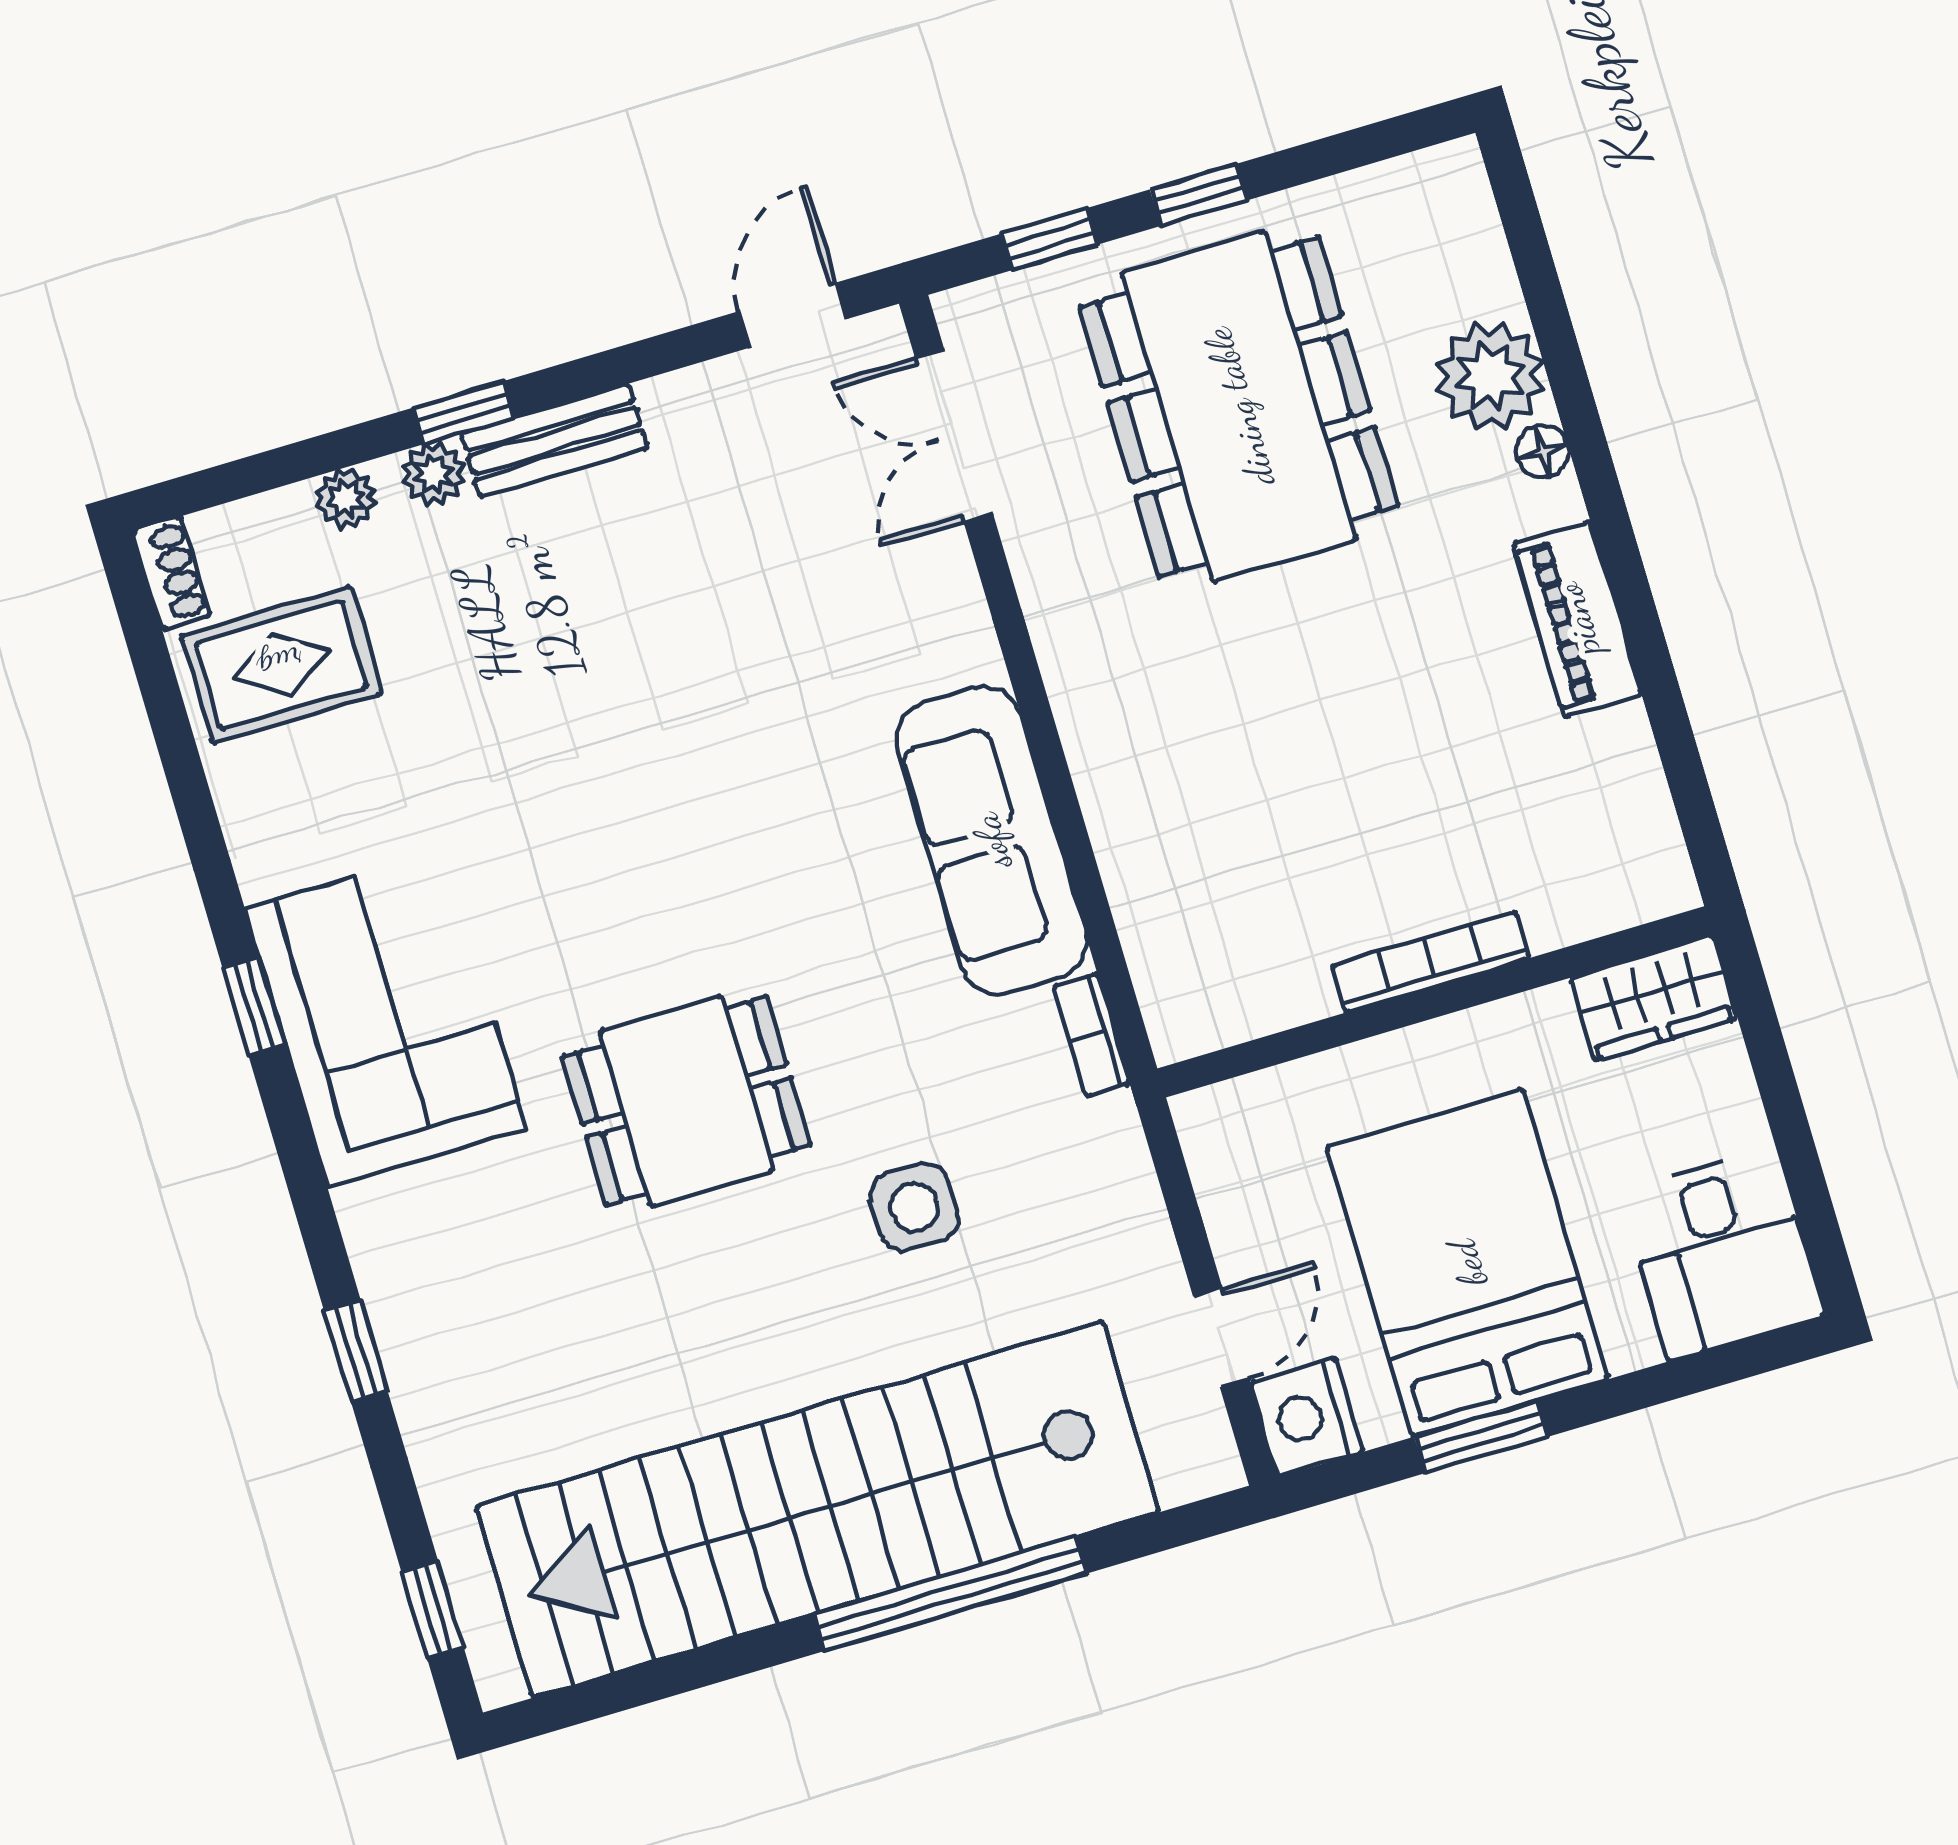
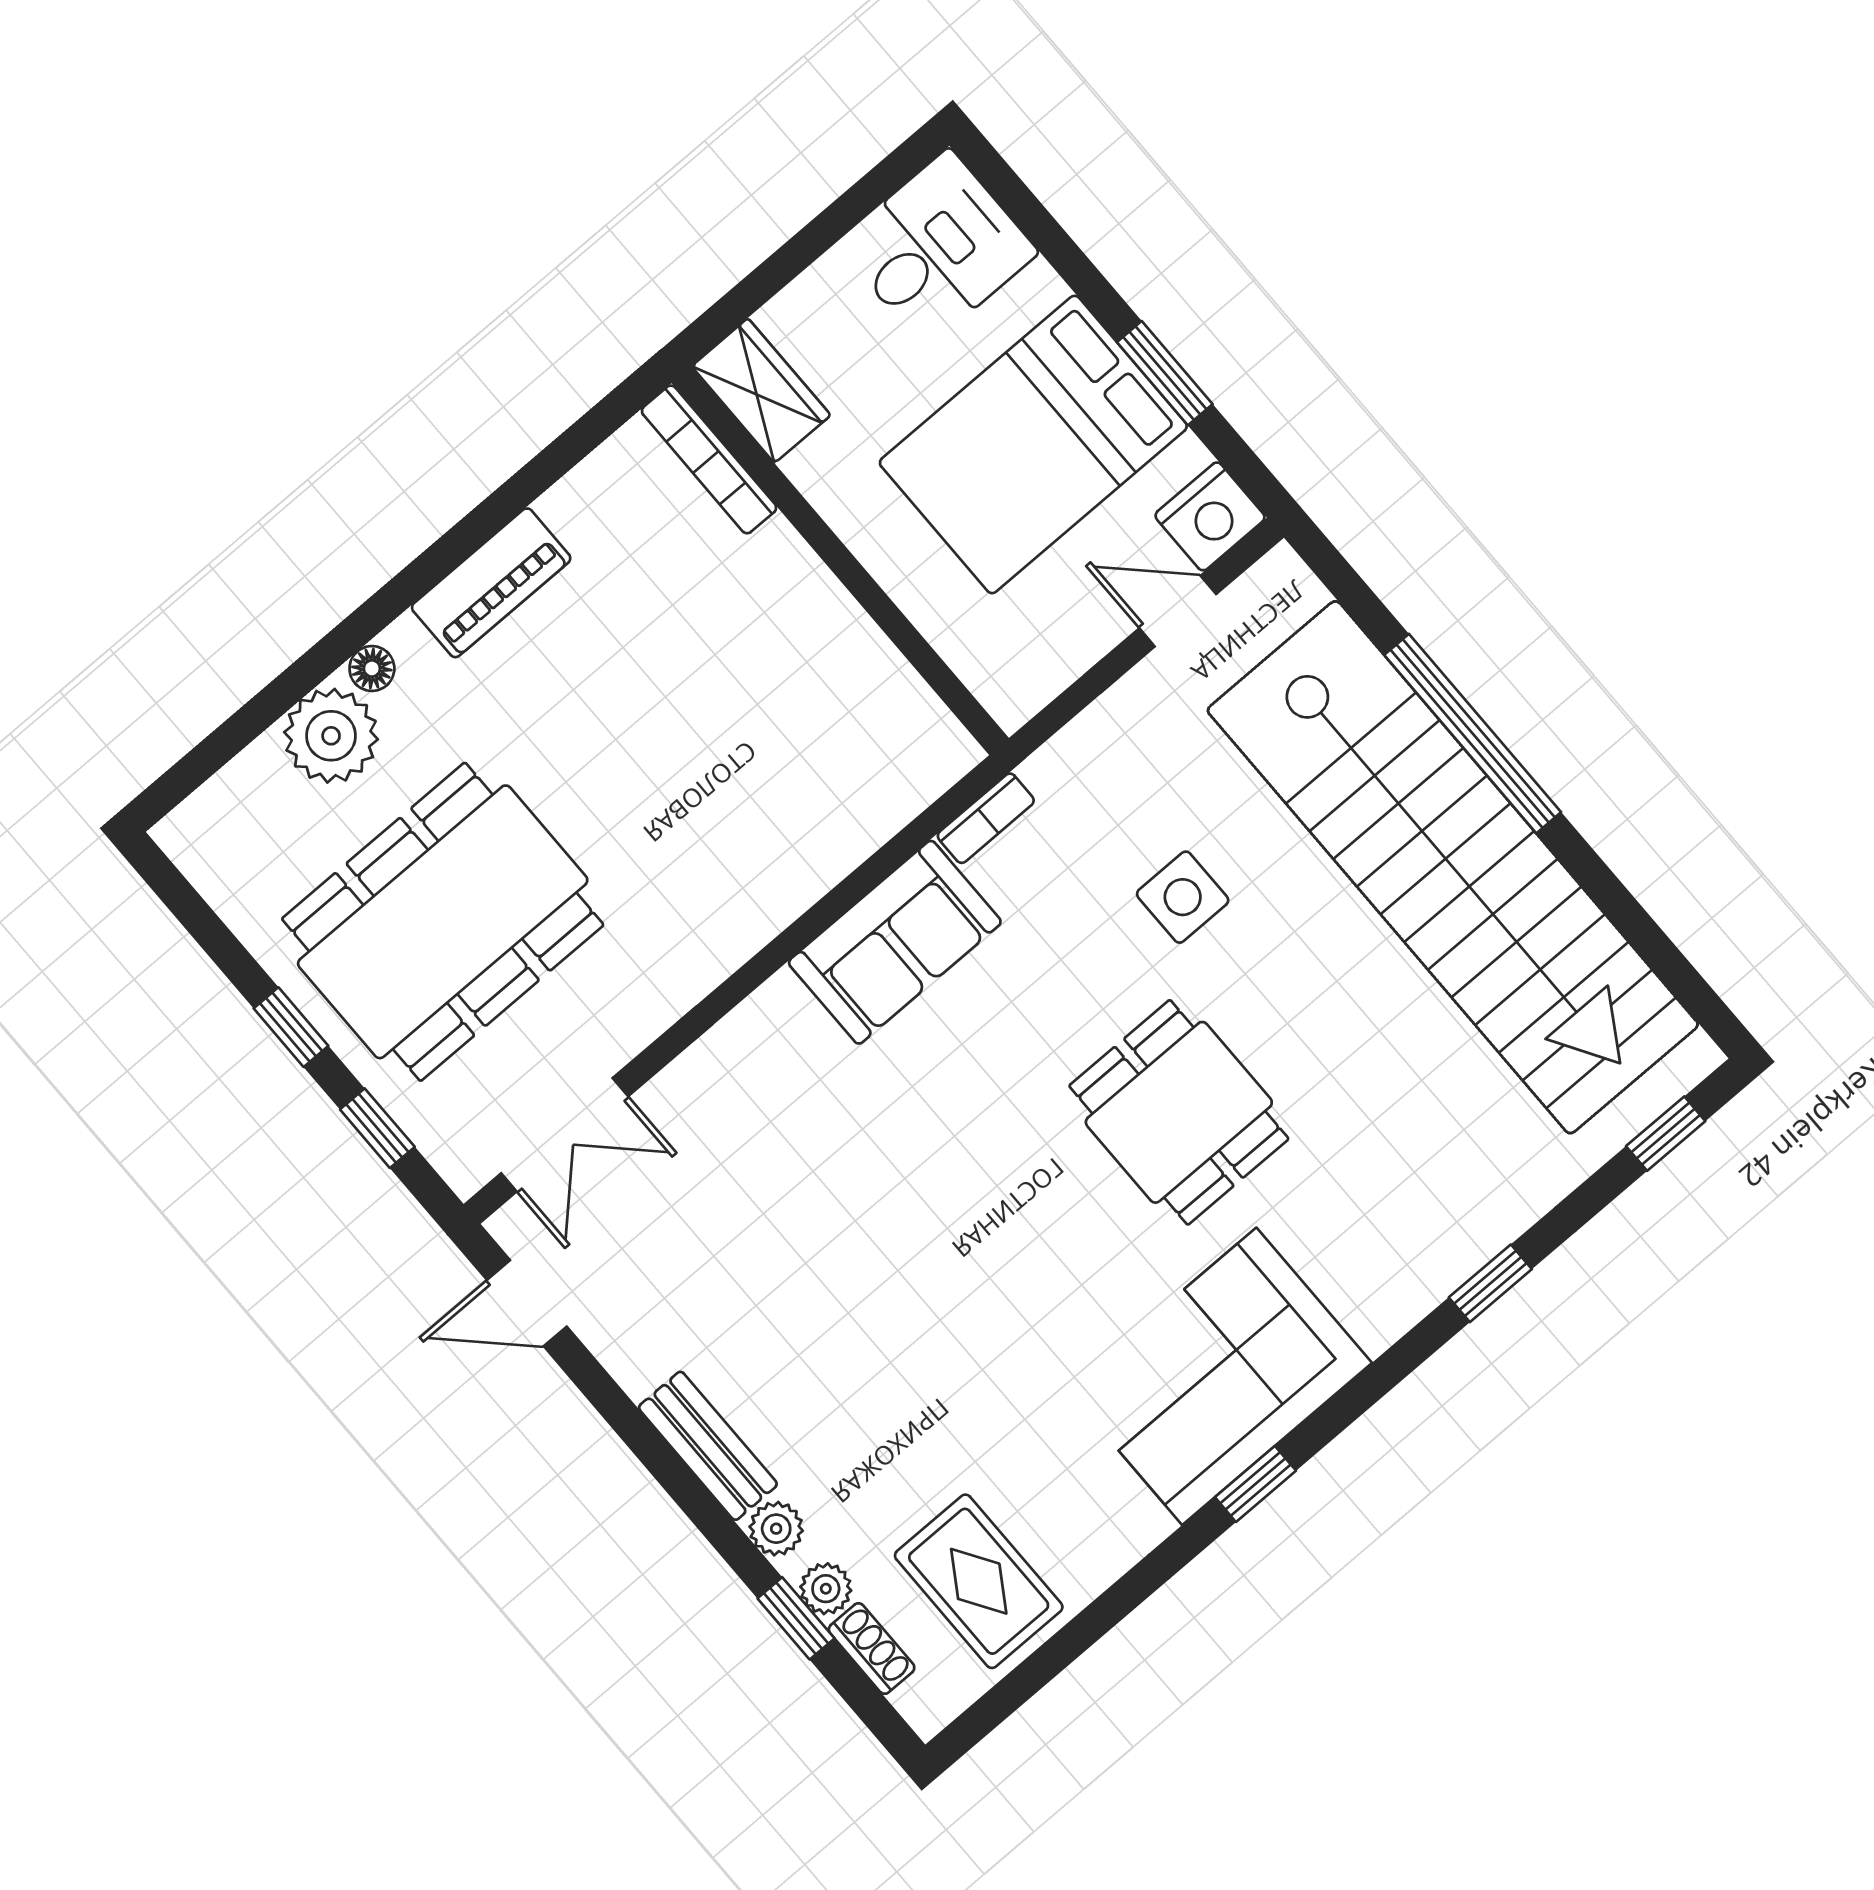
window: (464, 413) -> (796, 1618), moved
shoe rack: (172, 573) -> (872, 1649), moved, turned 90
sofa: (991, 841) -> (895, 942), width x0.73
bookcase: (1431, 962) -> (709, 459), moved

